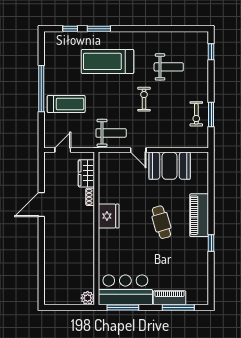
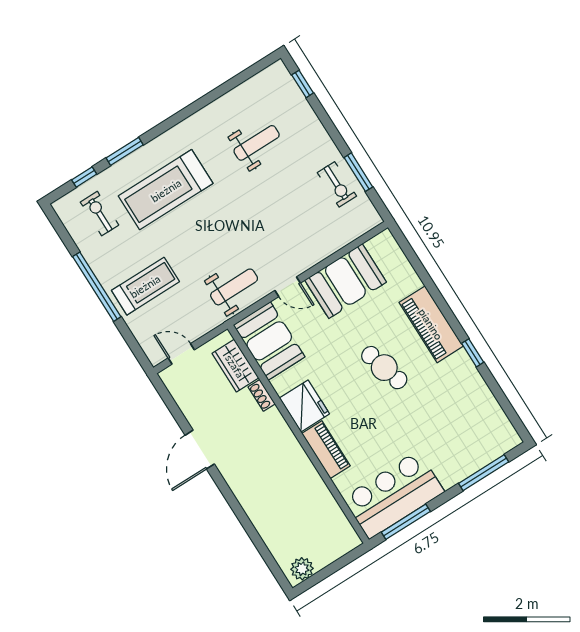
exercise bike: (144, 99) -> (99, 214), moved
door: (63, 150) -> (181, 354), hinge flipped
booth: (112, 172) -> (269, 341), added
plant: (88, 298) -> (302, 569), moved
piano: (170, 298) -> (326, 450), moved, turned 90

